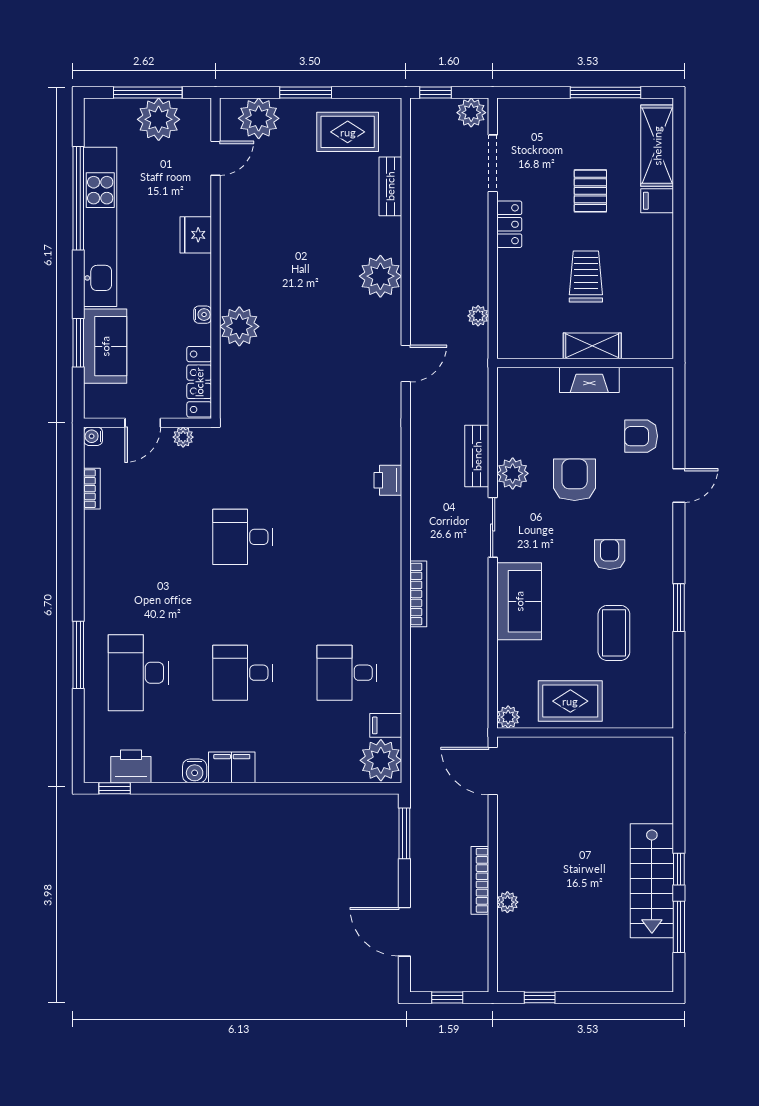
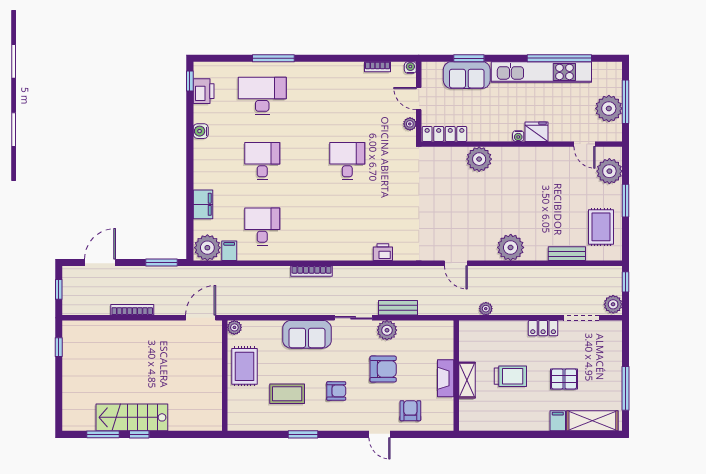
water cooler: (203, 315) -> (518, 136), moved
filing cabinet: (232, 767) -> (203, 204), moved
plant: (507, 902) -> (119, 327), removed

